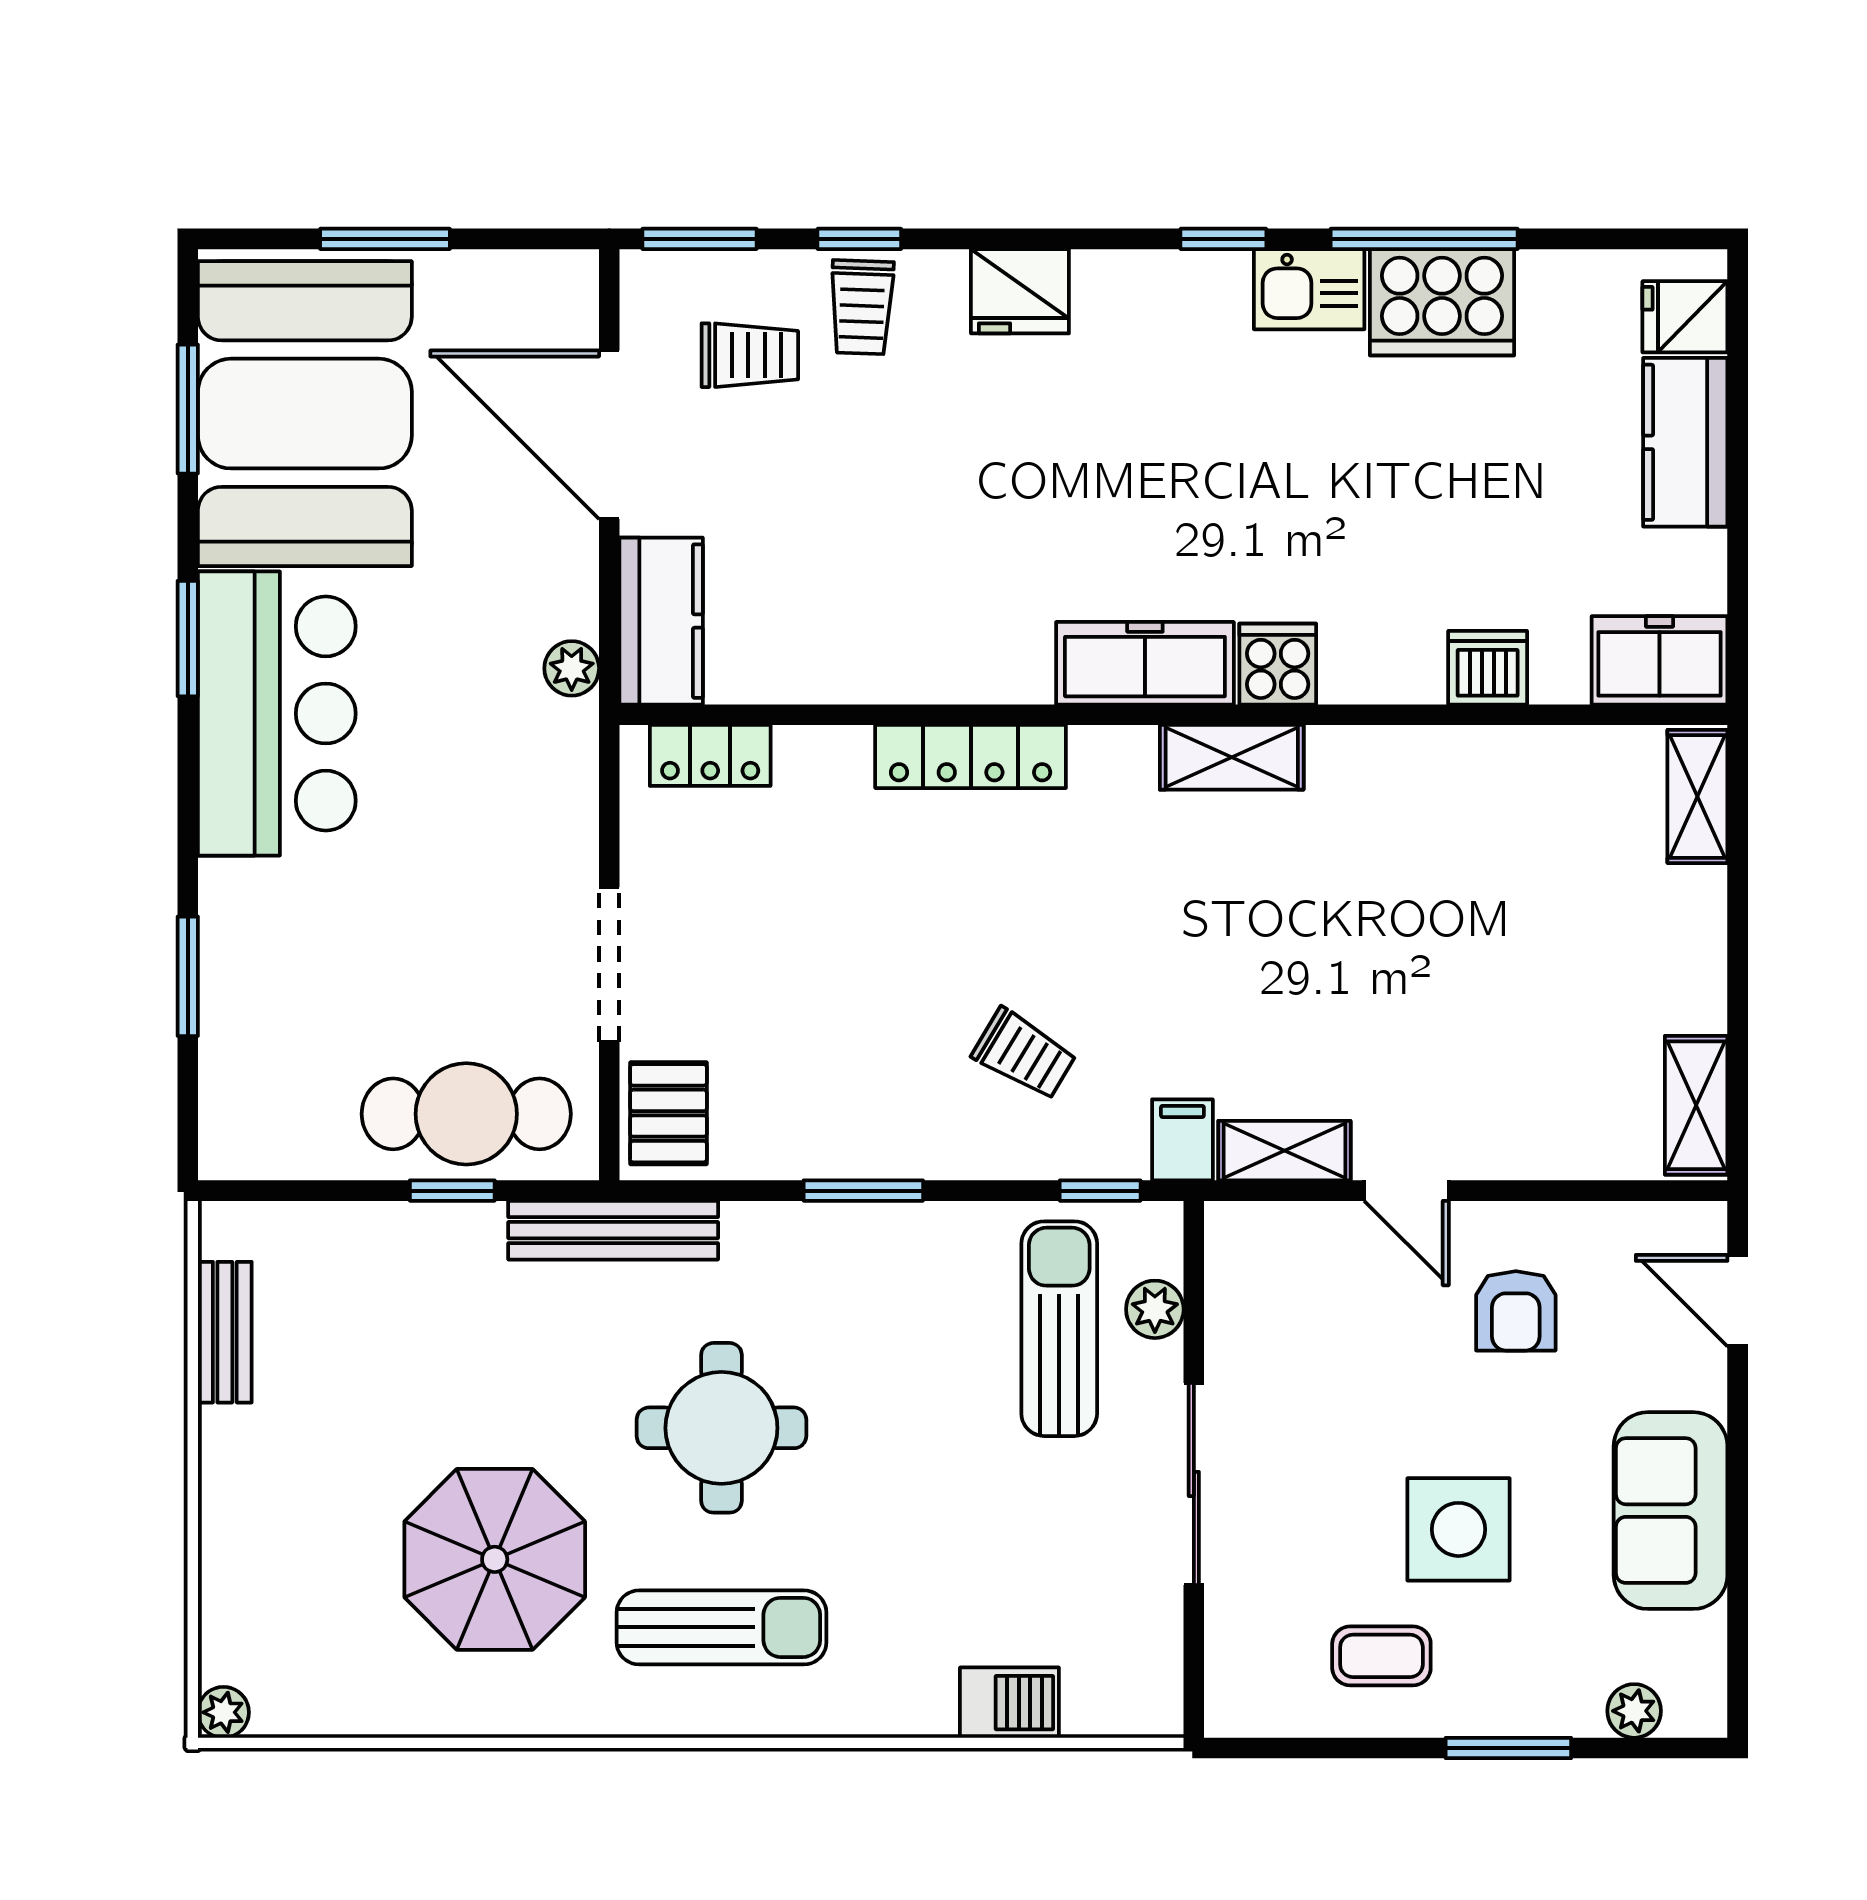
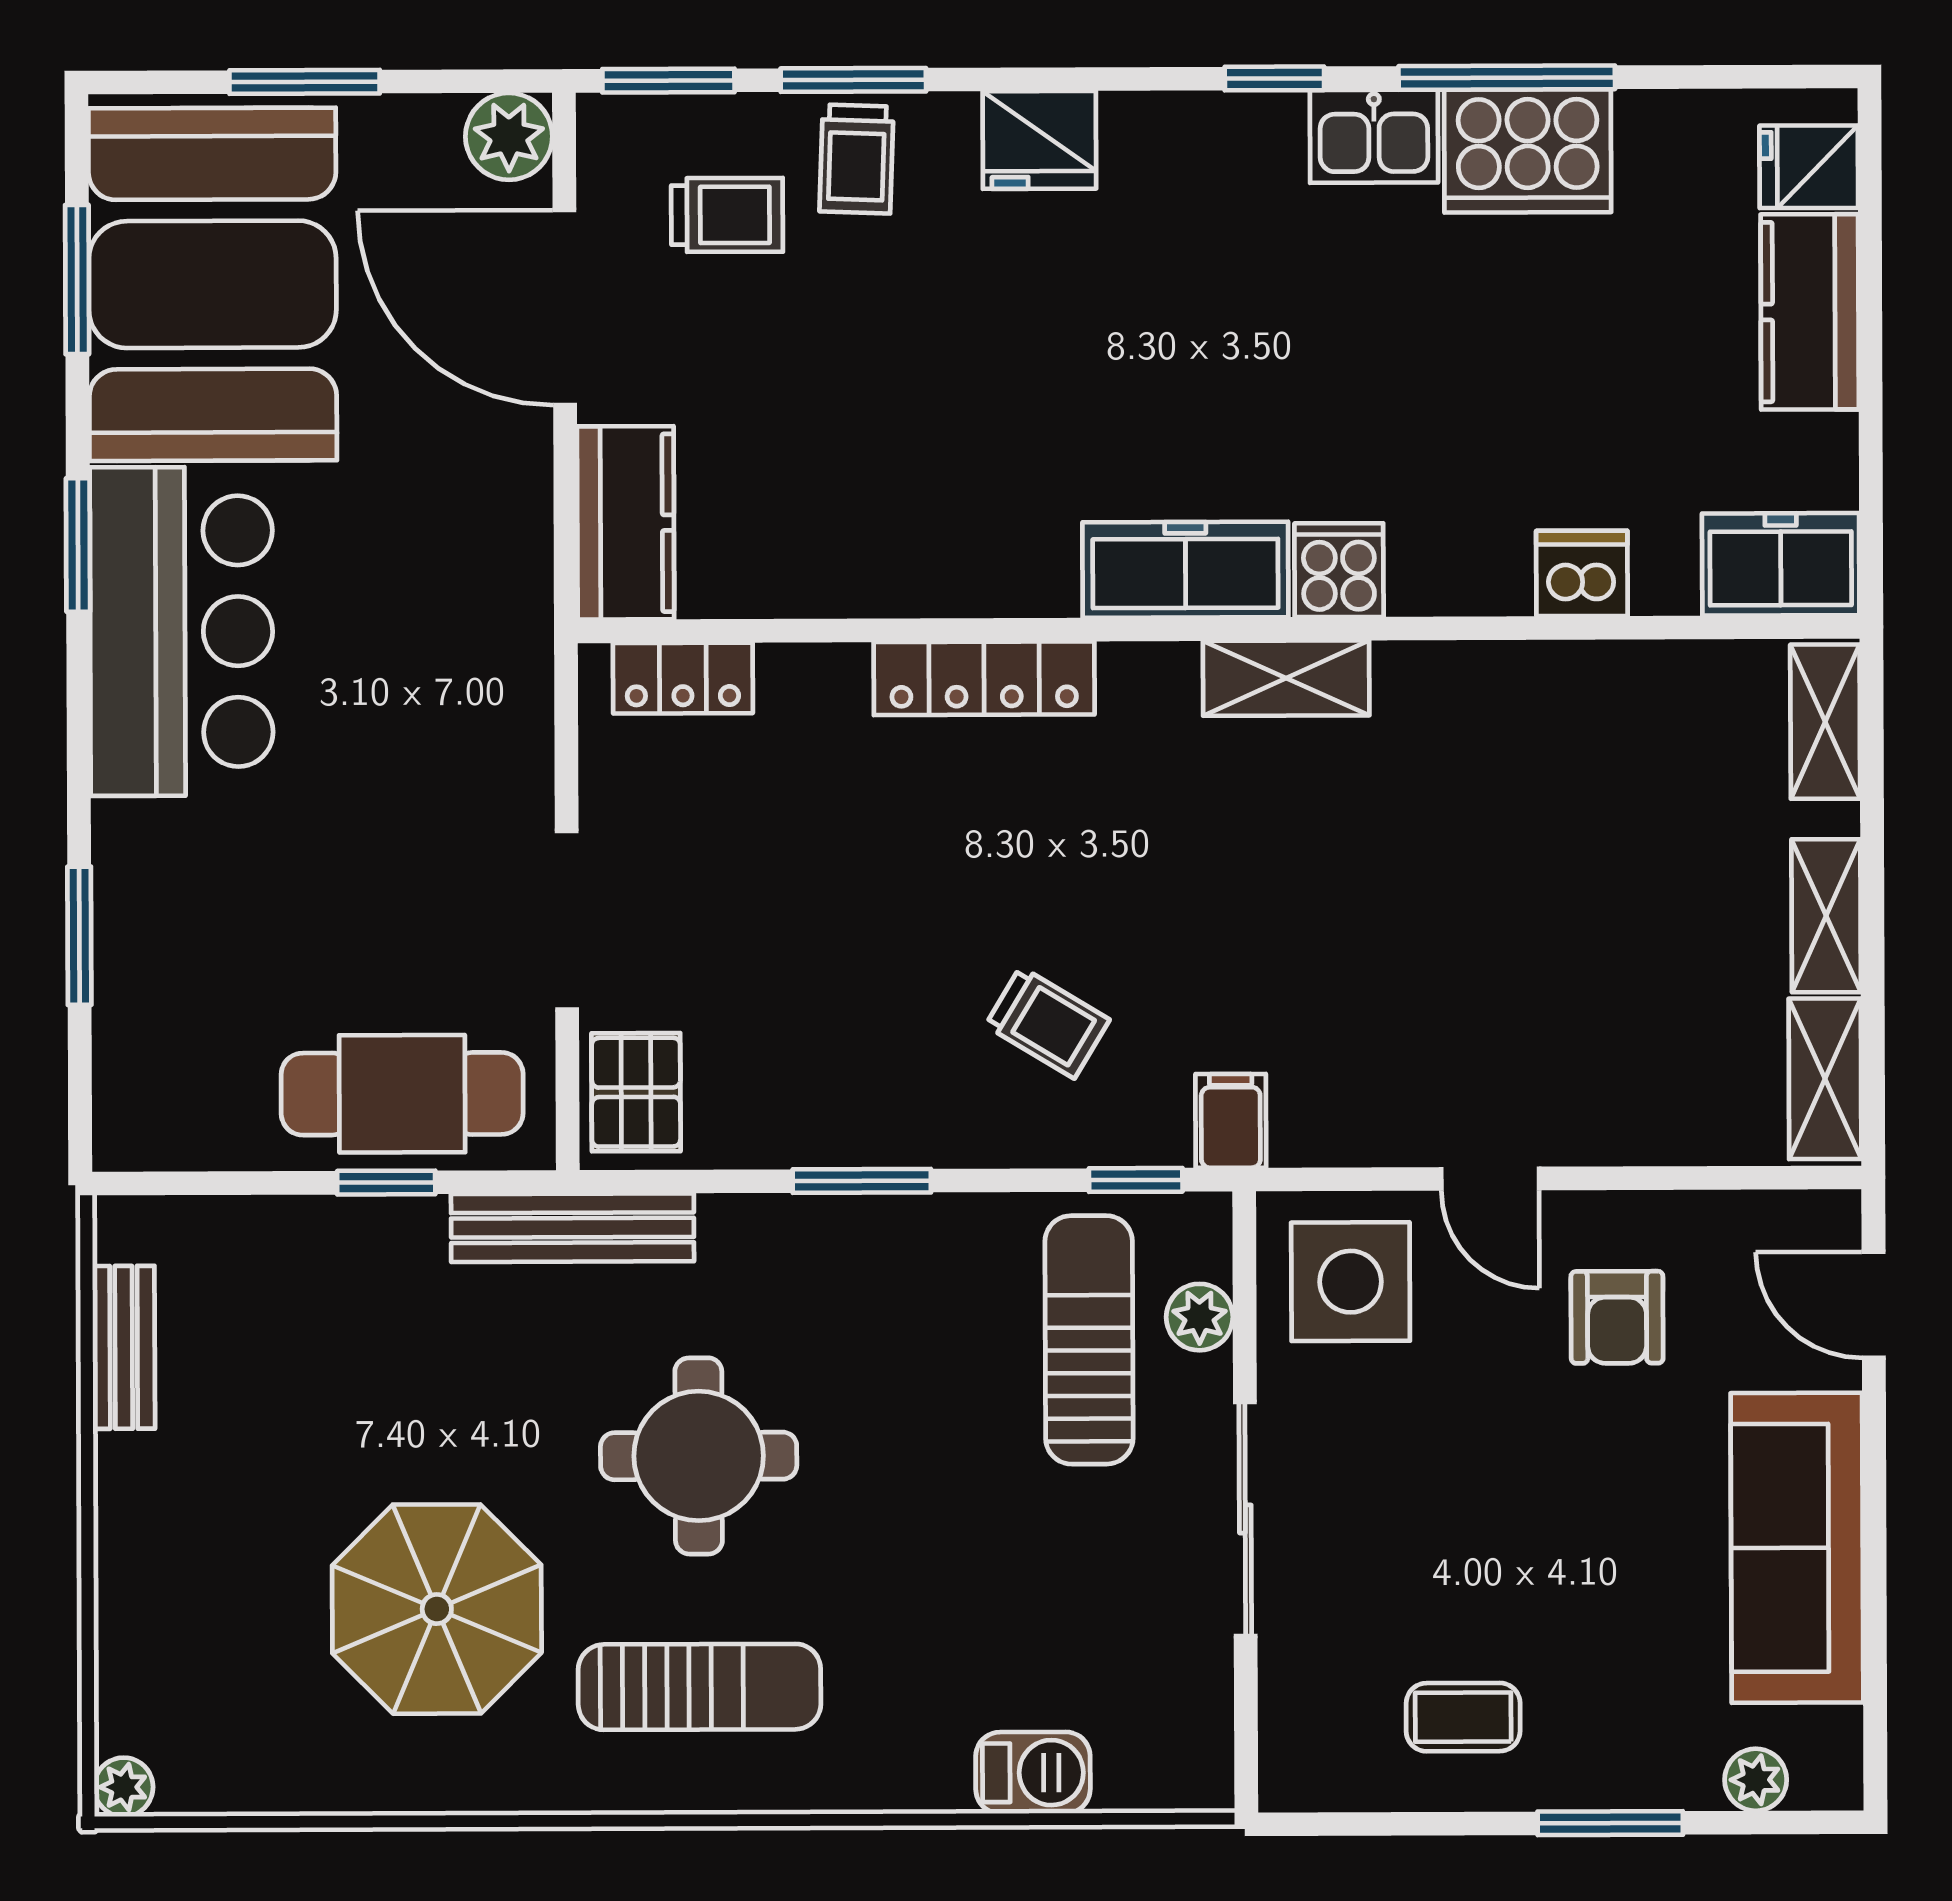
window: (859, 239) -> (853, 80), width x1.50
plant: (572, 668) -> (509, 136), moved, width x1.38, depth x1.38
shelving: (1284, 1151) -> (1826, 916), moved, turned 90
sofa: (1671, 1511) -> (1797, 1548), width x1.36
side table: (1458, 1529) -> (1351, 1282), moved

